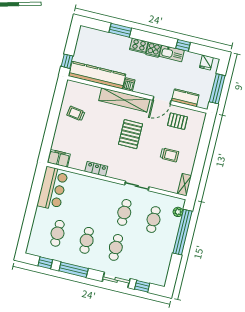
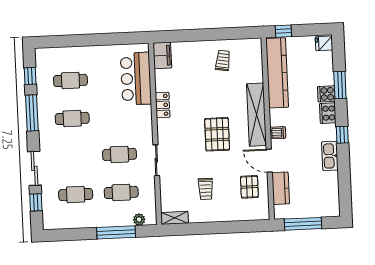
window: (183, 45) -> (342, 135), moved
cooker: (154, 50) -> (326, 94), moved
fridge: (206, 62) -> (324, 43), moved
dishwasher: (129, 84) -> (278, 133), moved
pallet: (131, 134) -> (217, 134), turned 90
bar counter: (53, 188) -> (136, 79), moved, turned 90
window: (183, 232) -> (116, 232), width x0.68
cafe table: (116, 247) -> (76, 195), moved

